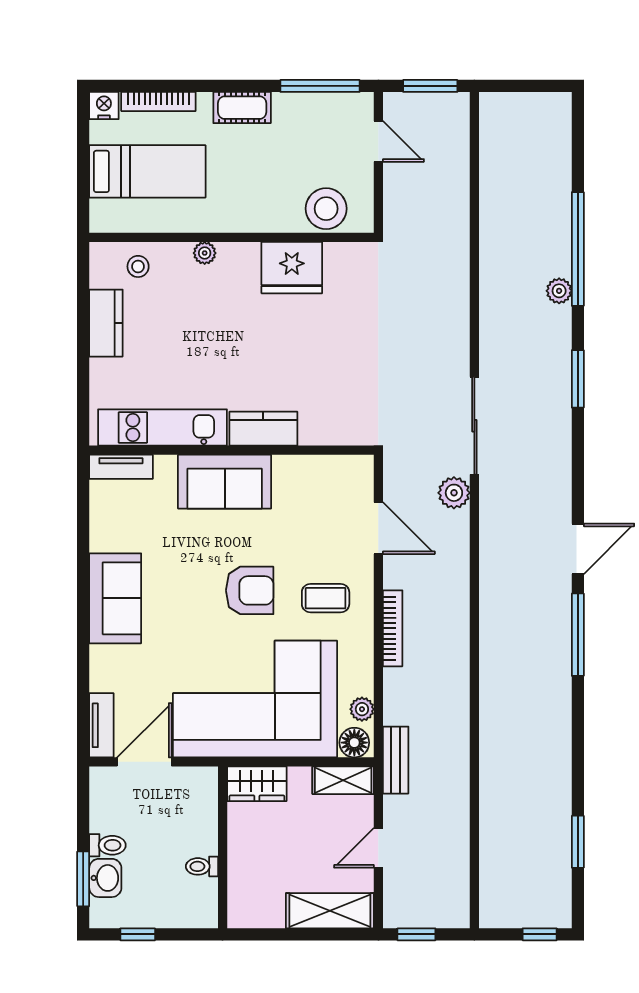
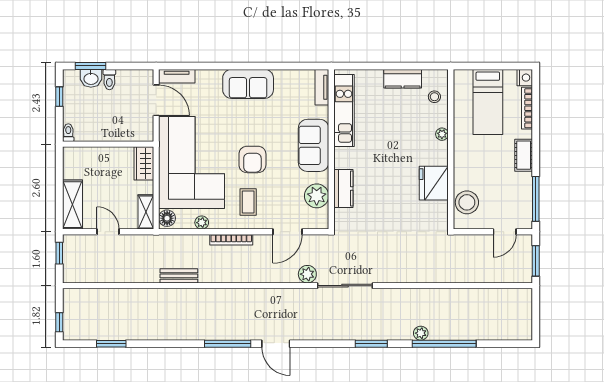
kitchen counter: (263, 429) -> (343, 188), moved
plant: (315, 476) -> (317, 196), added
plant: (362, 709) -> (202, 223), moved
bench: (396, 760) -> (179, 276), moved
toilet: (202, 866) -> (68, 133), moved

